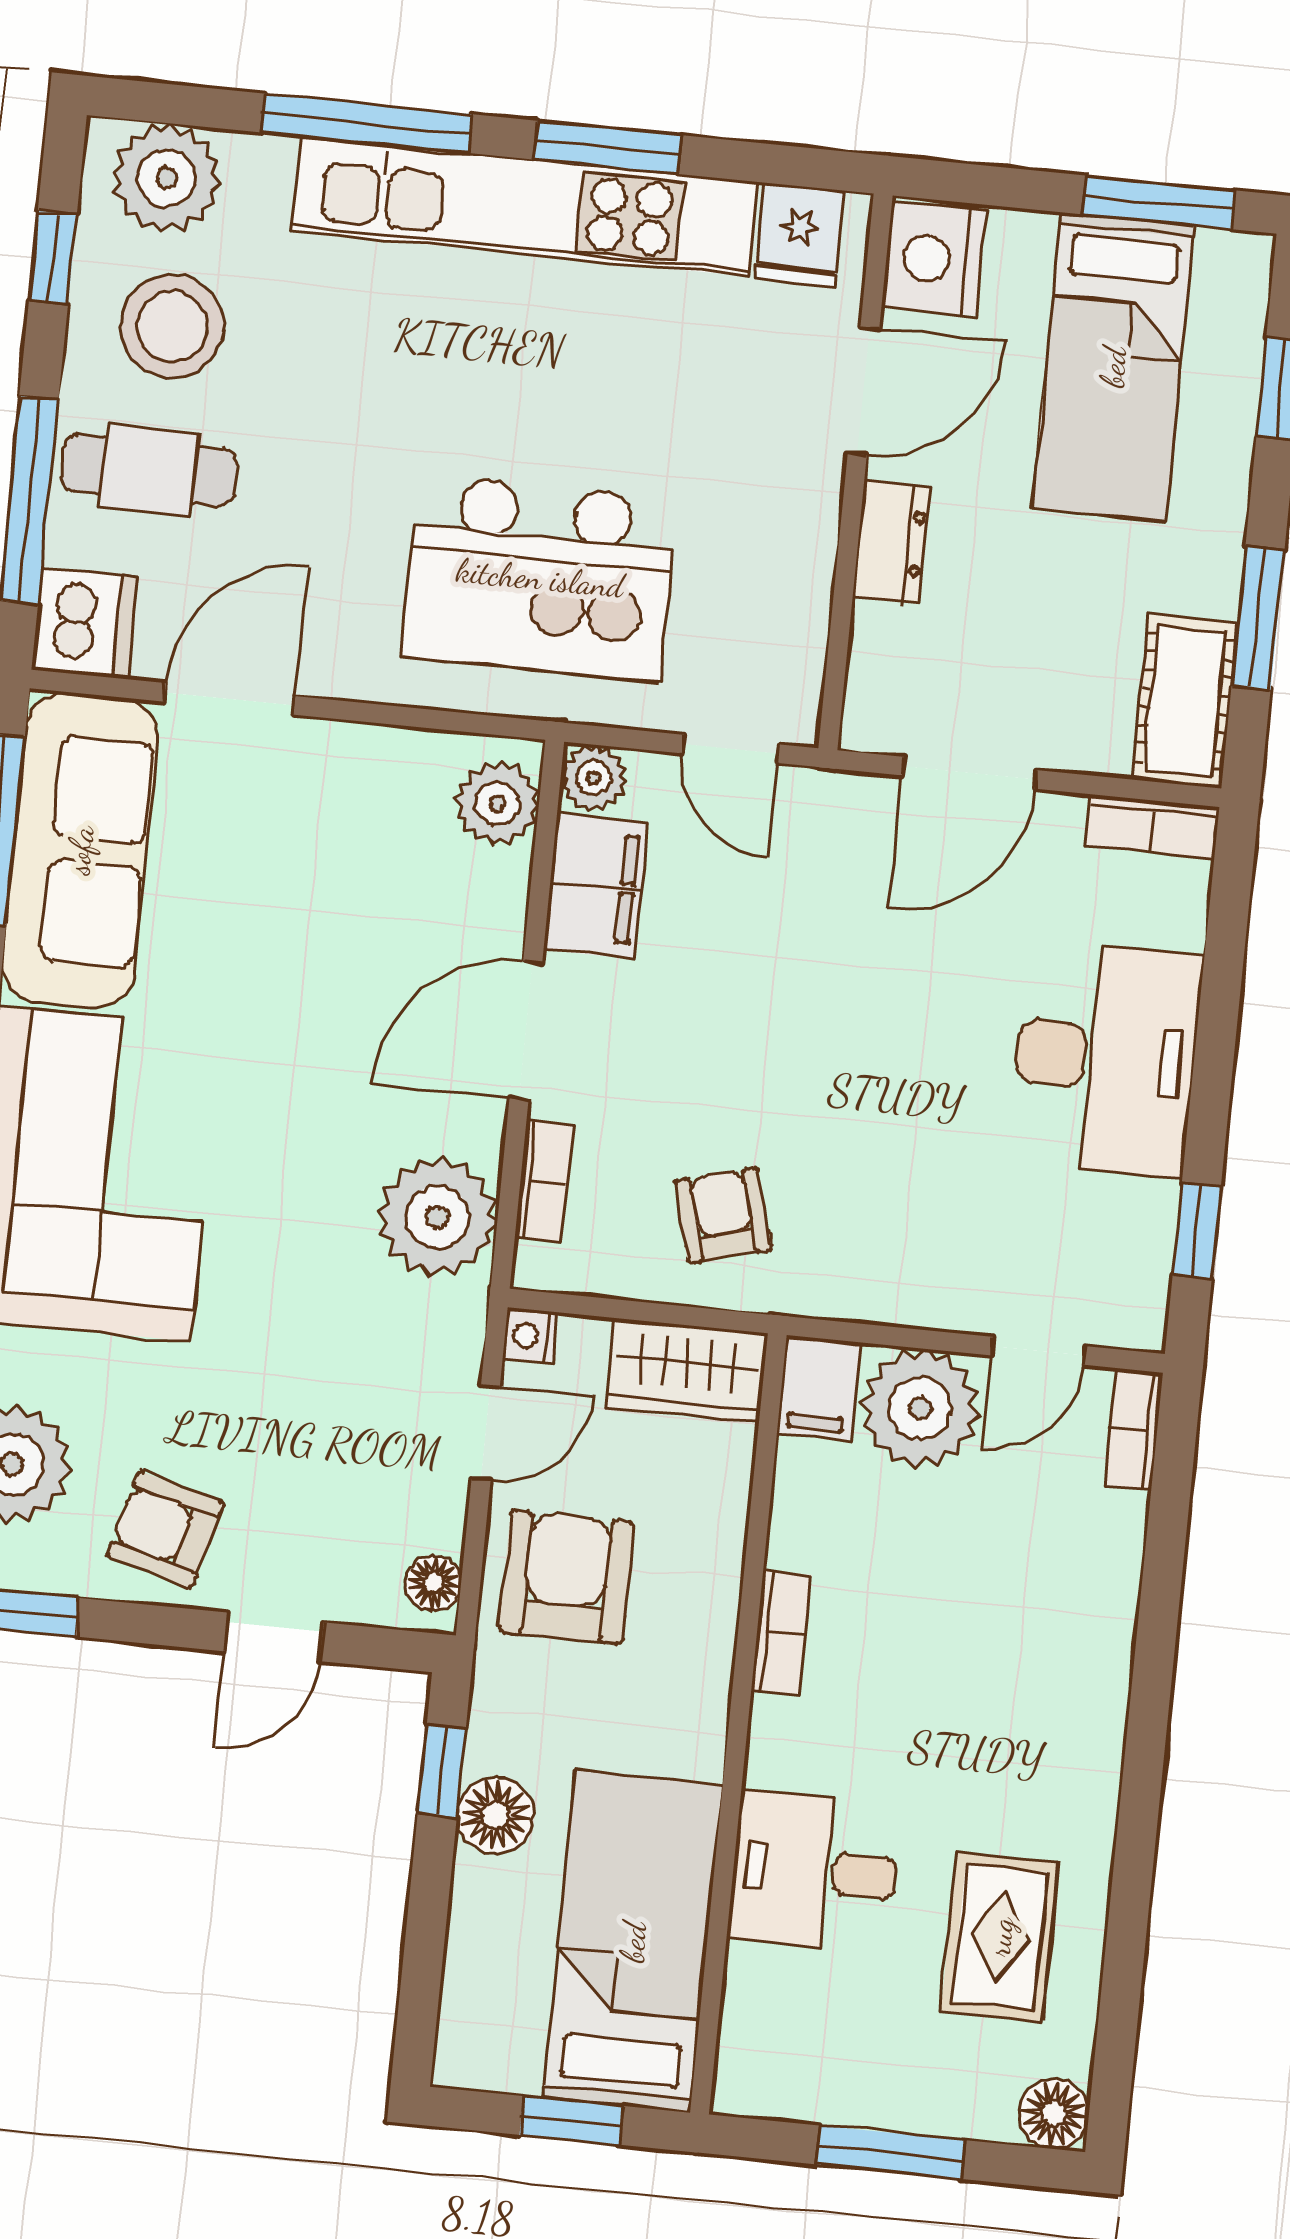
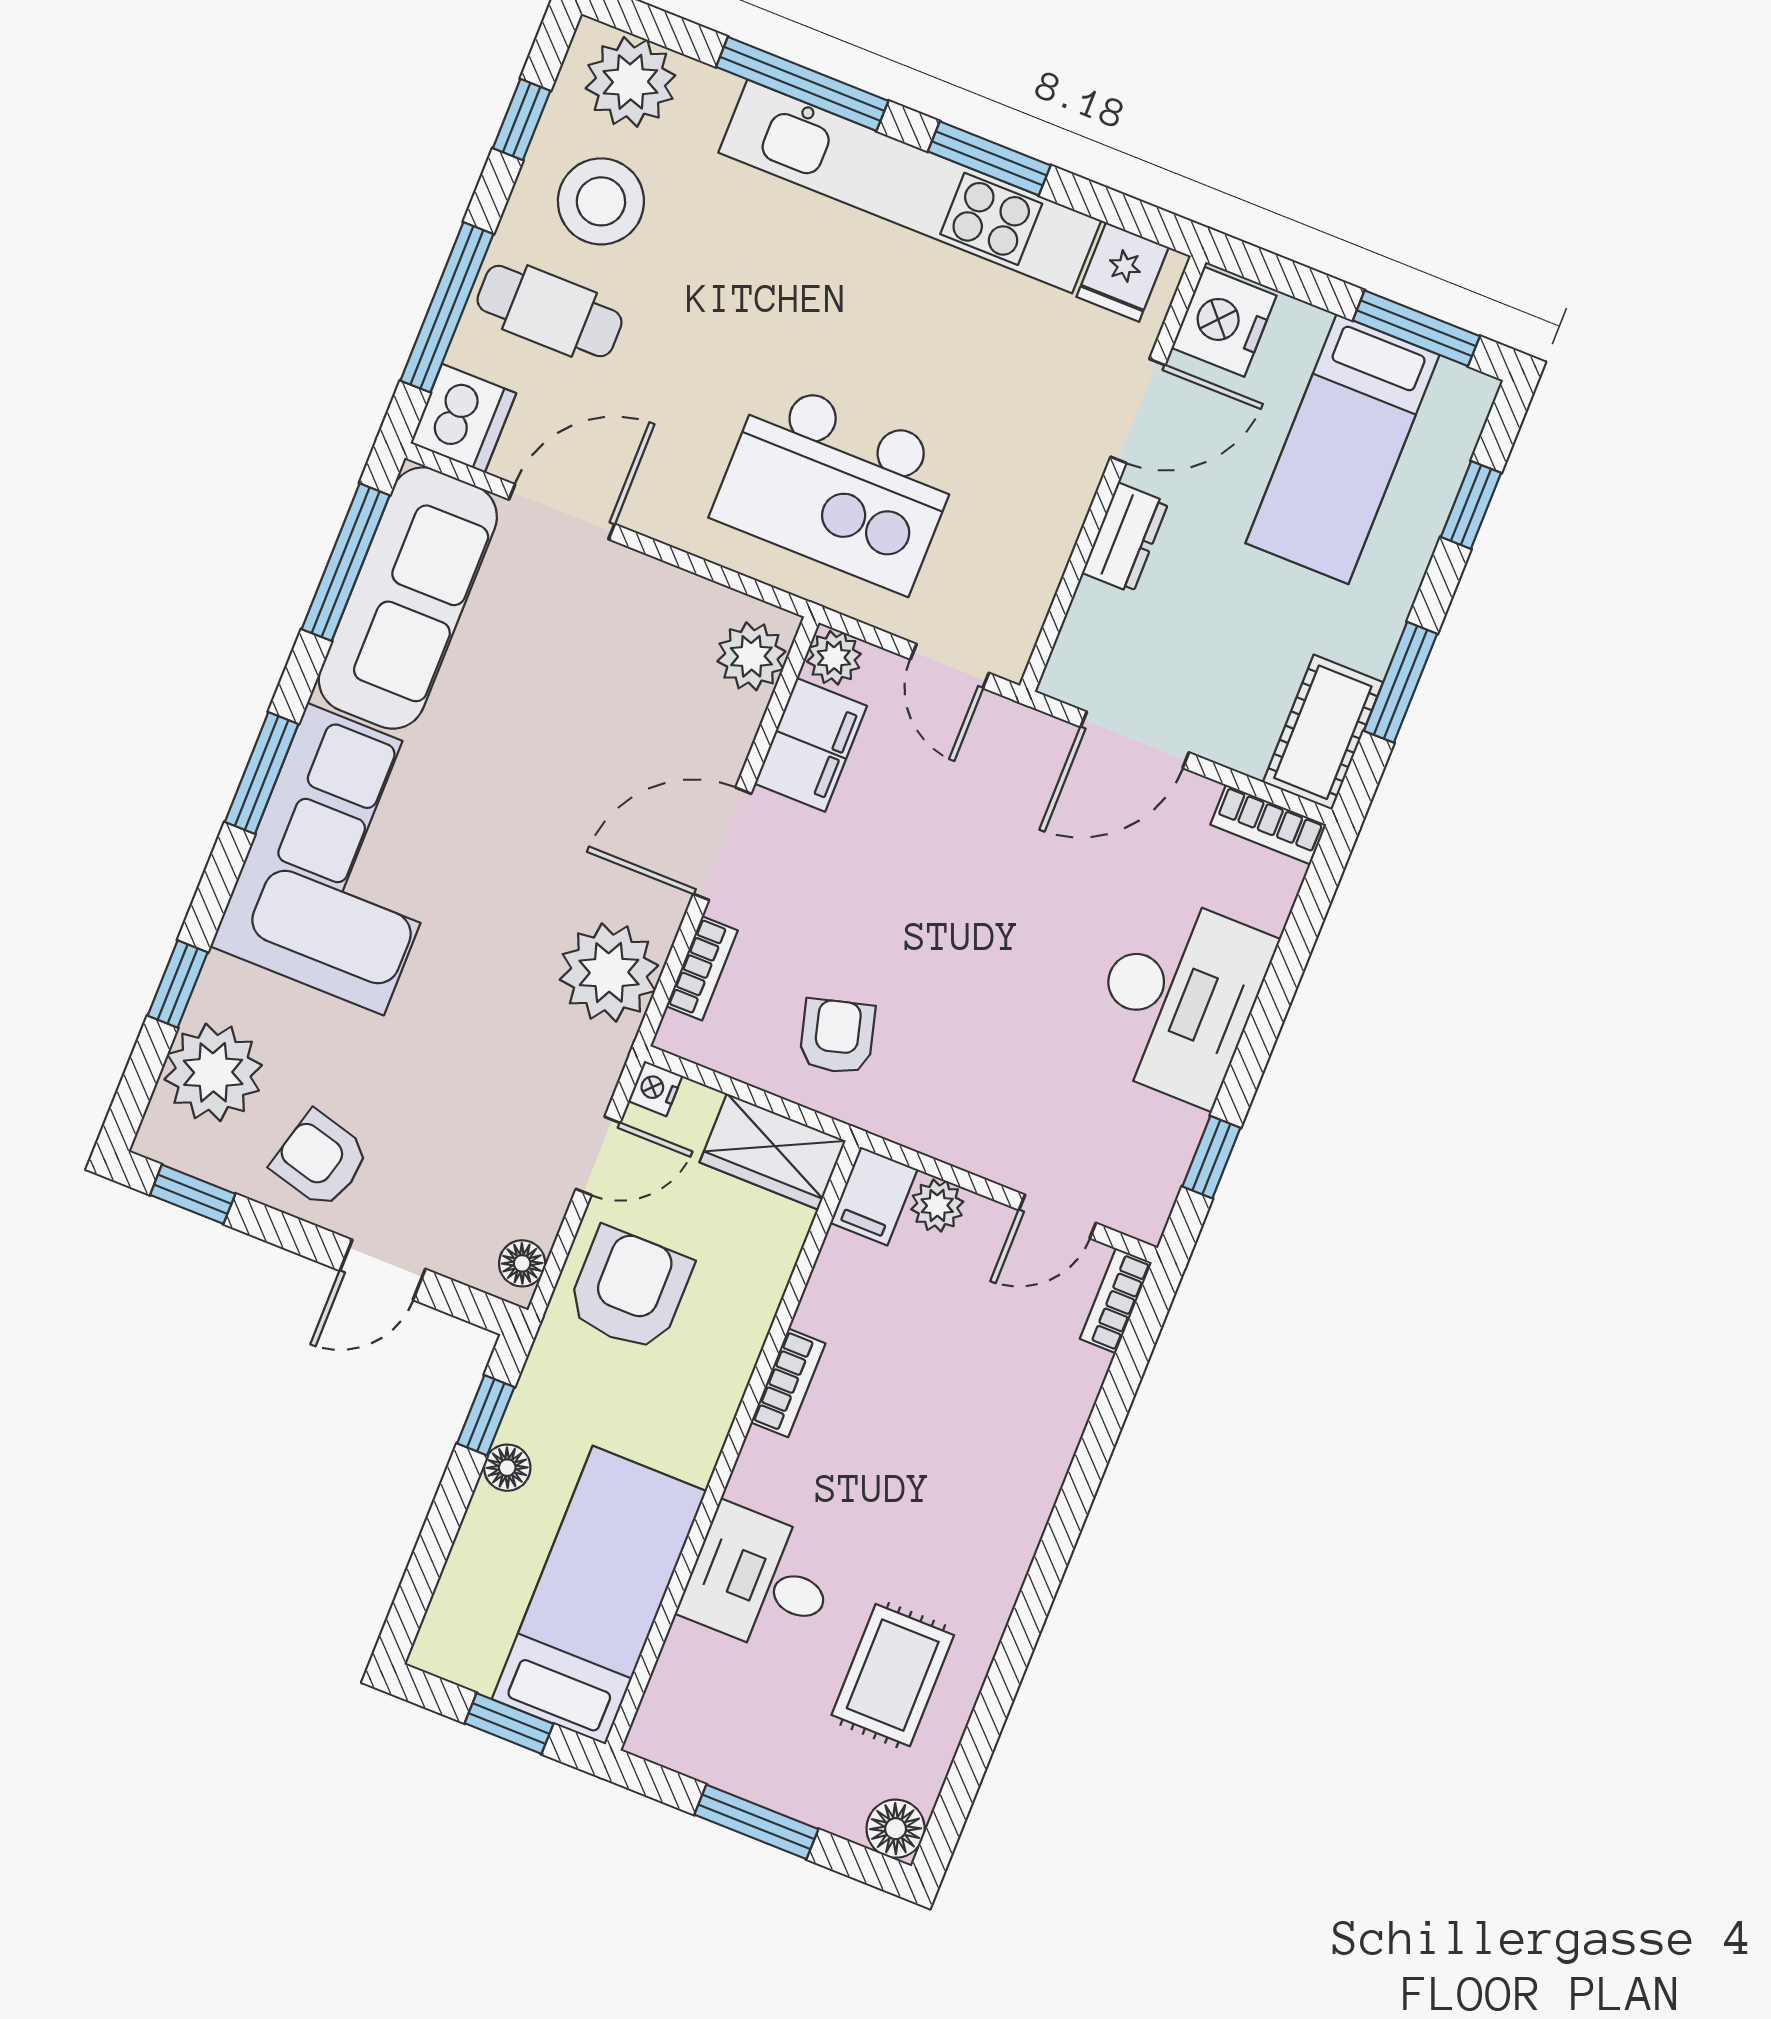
plant: (920, 1409) -> (937, 1206), width x0.53, depth x0.53
floor lamp: (495, 1815) -> (507, 1468), width x0.73, depth x0.73

